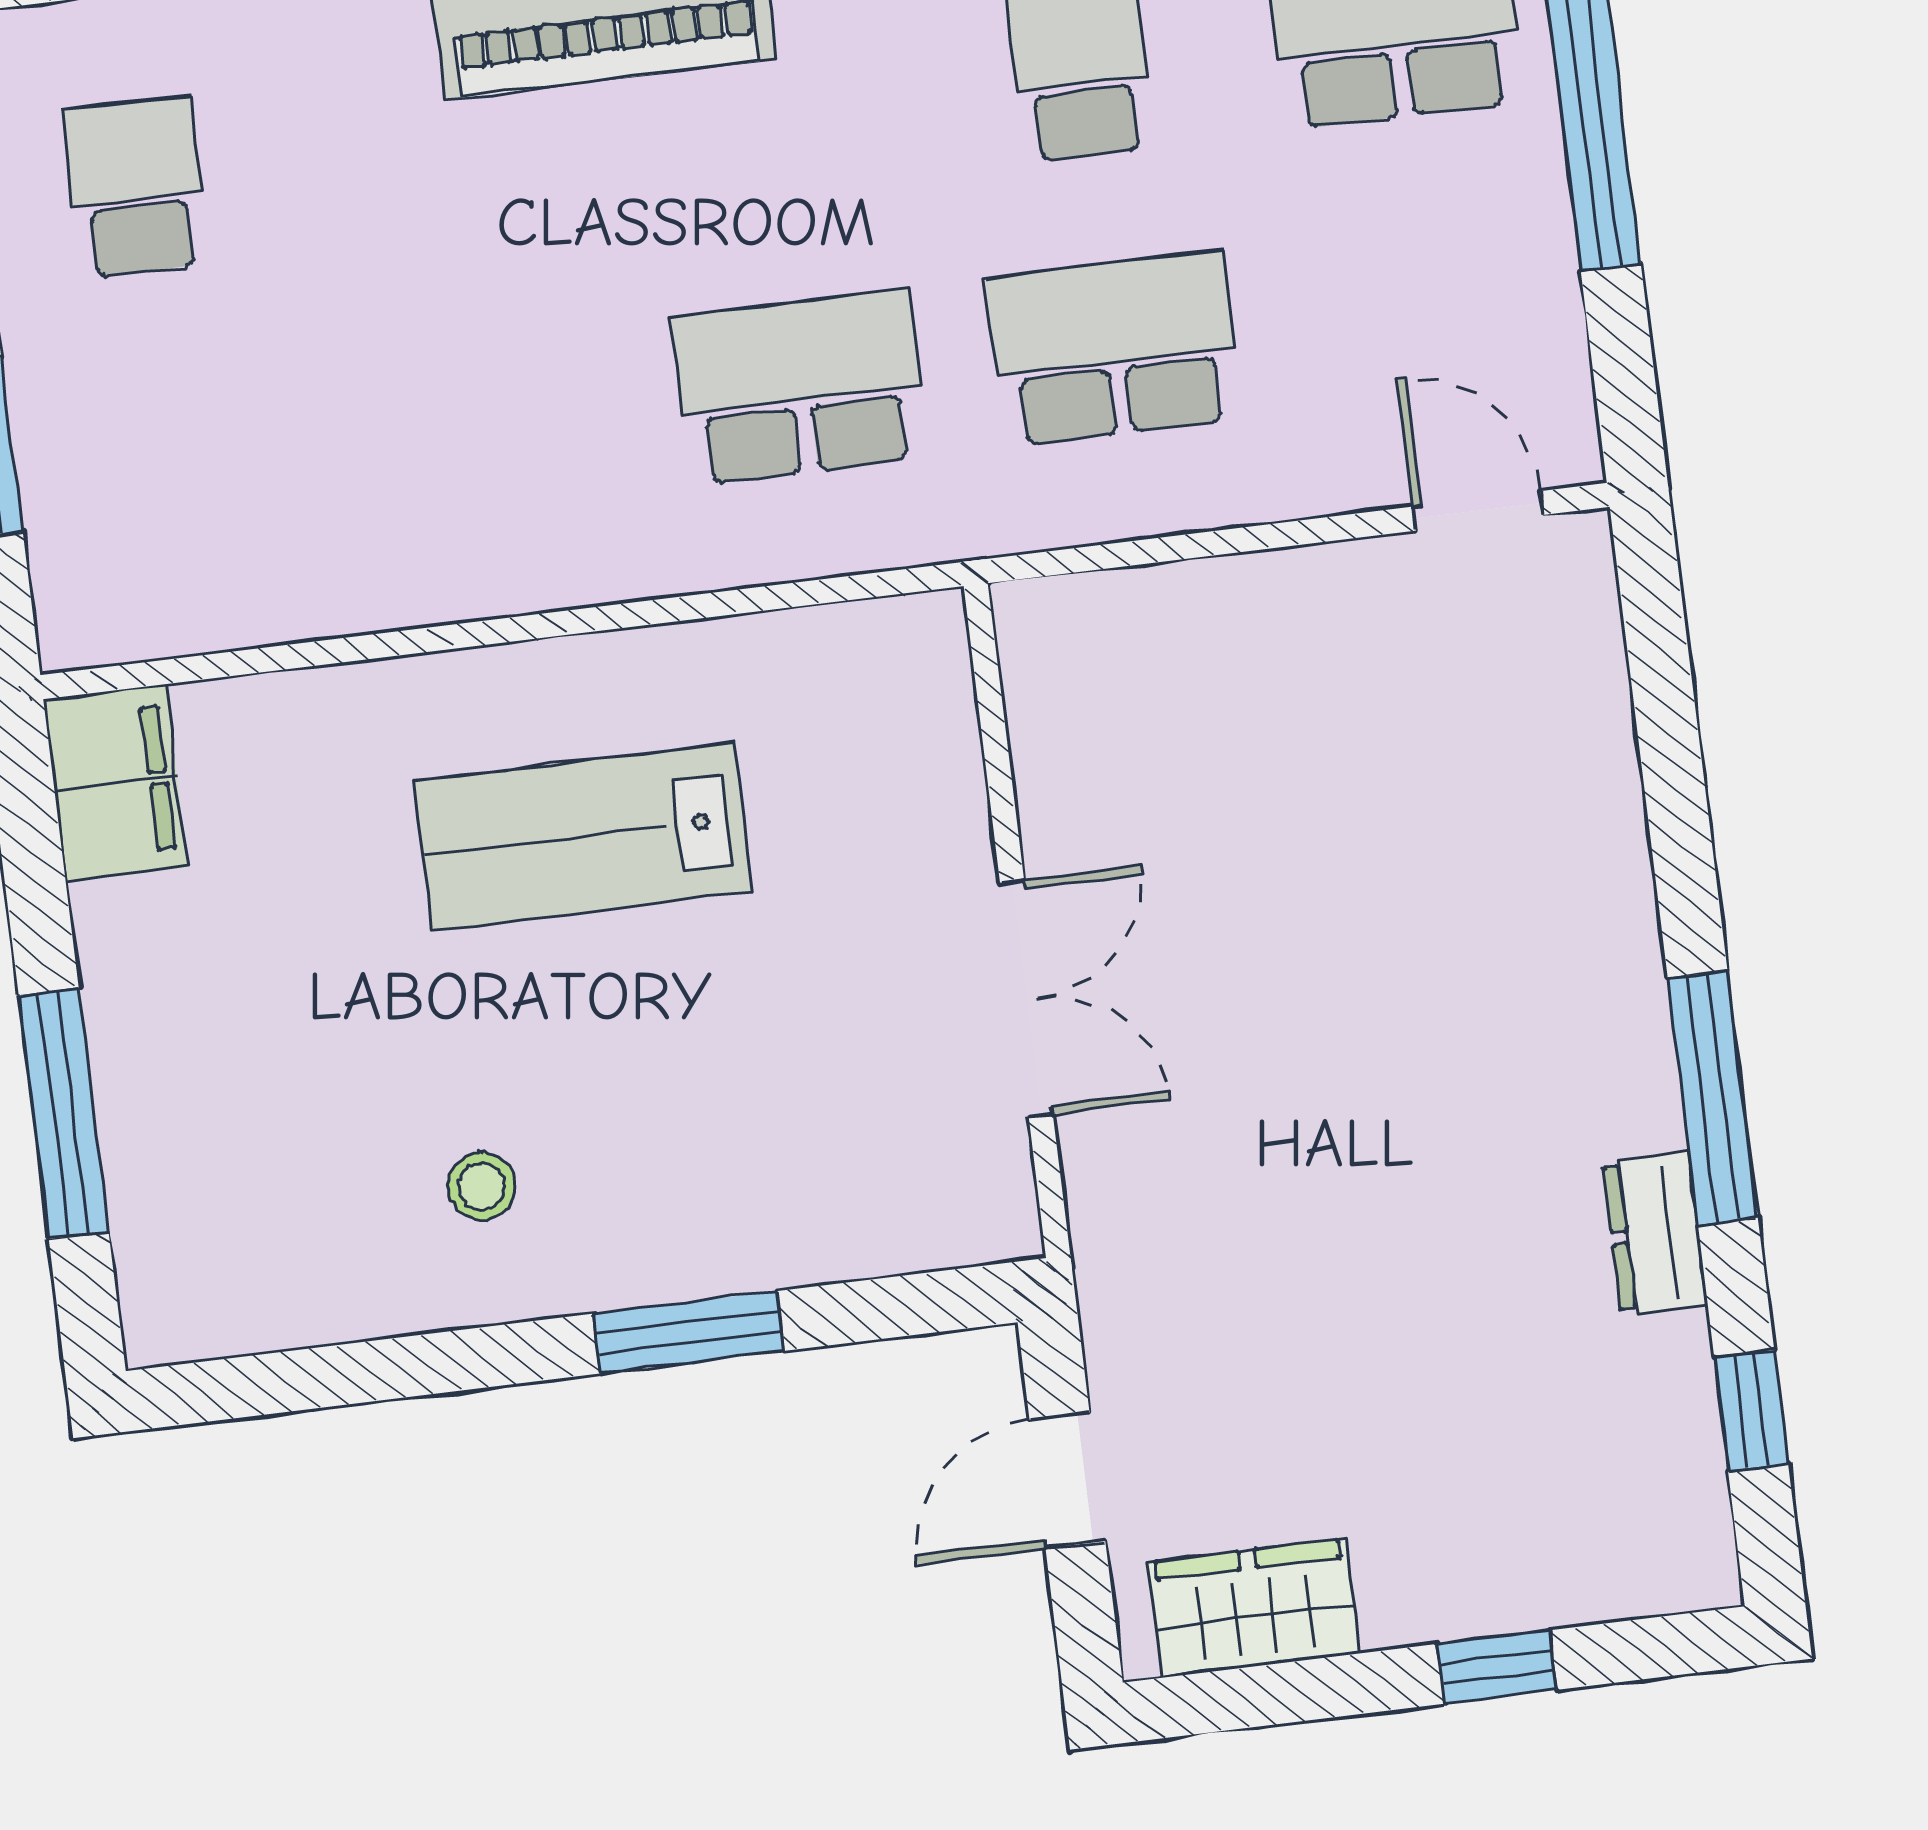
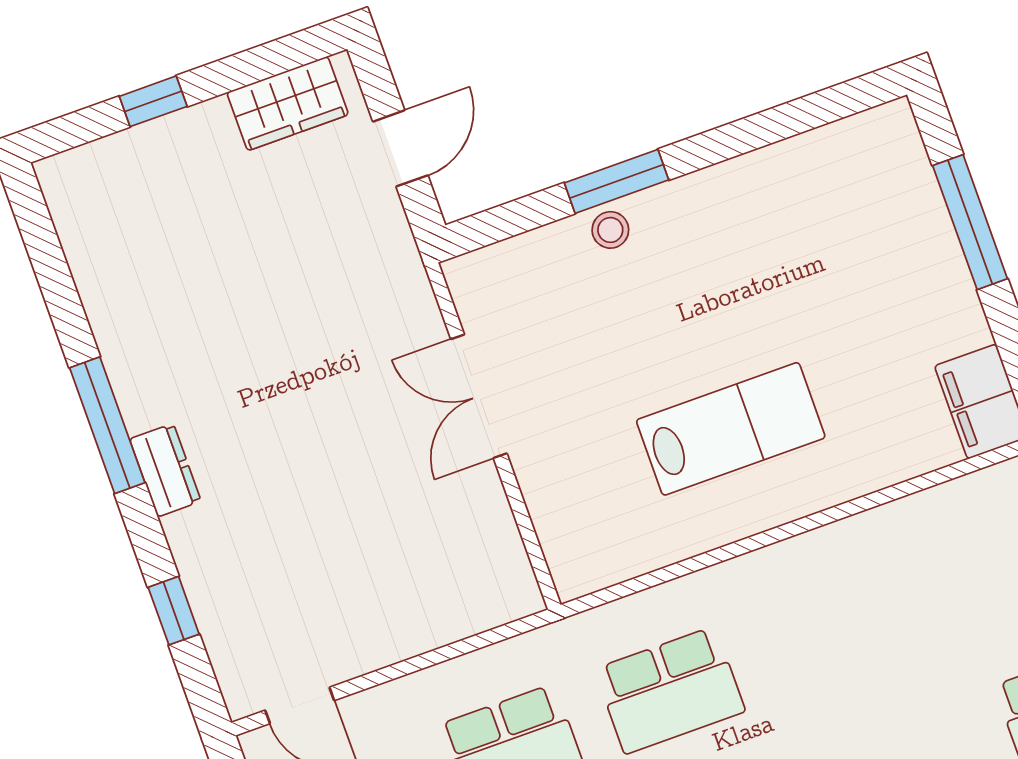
stool: (482, 1186) -> (610, 230), moved
dresser: (1655, 1234) -> (165, 470), moved
window: (1751, 1410) -> (174, 611), moved

